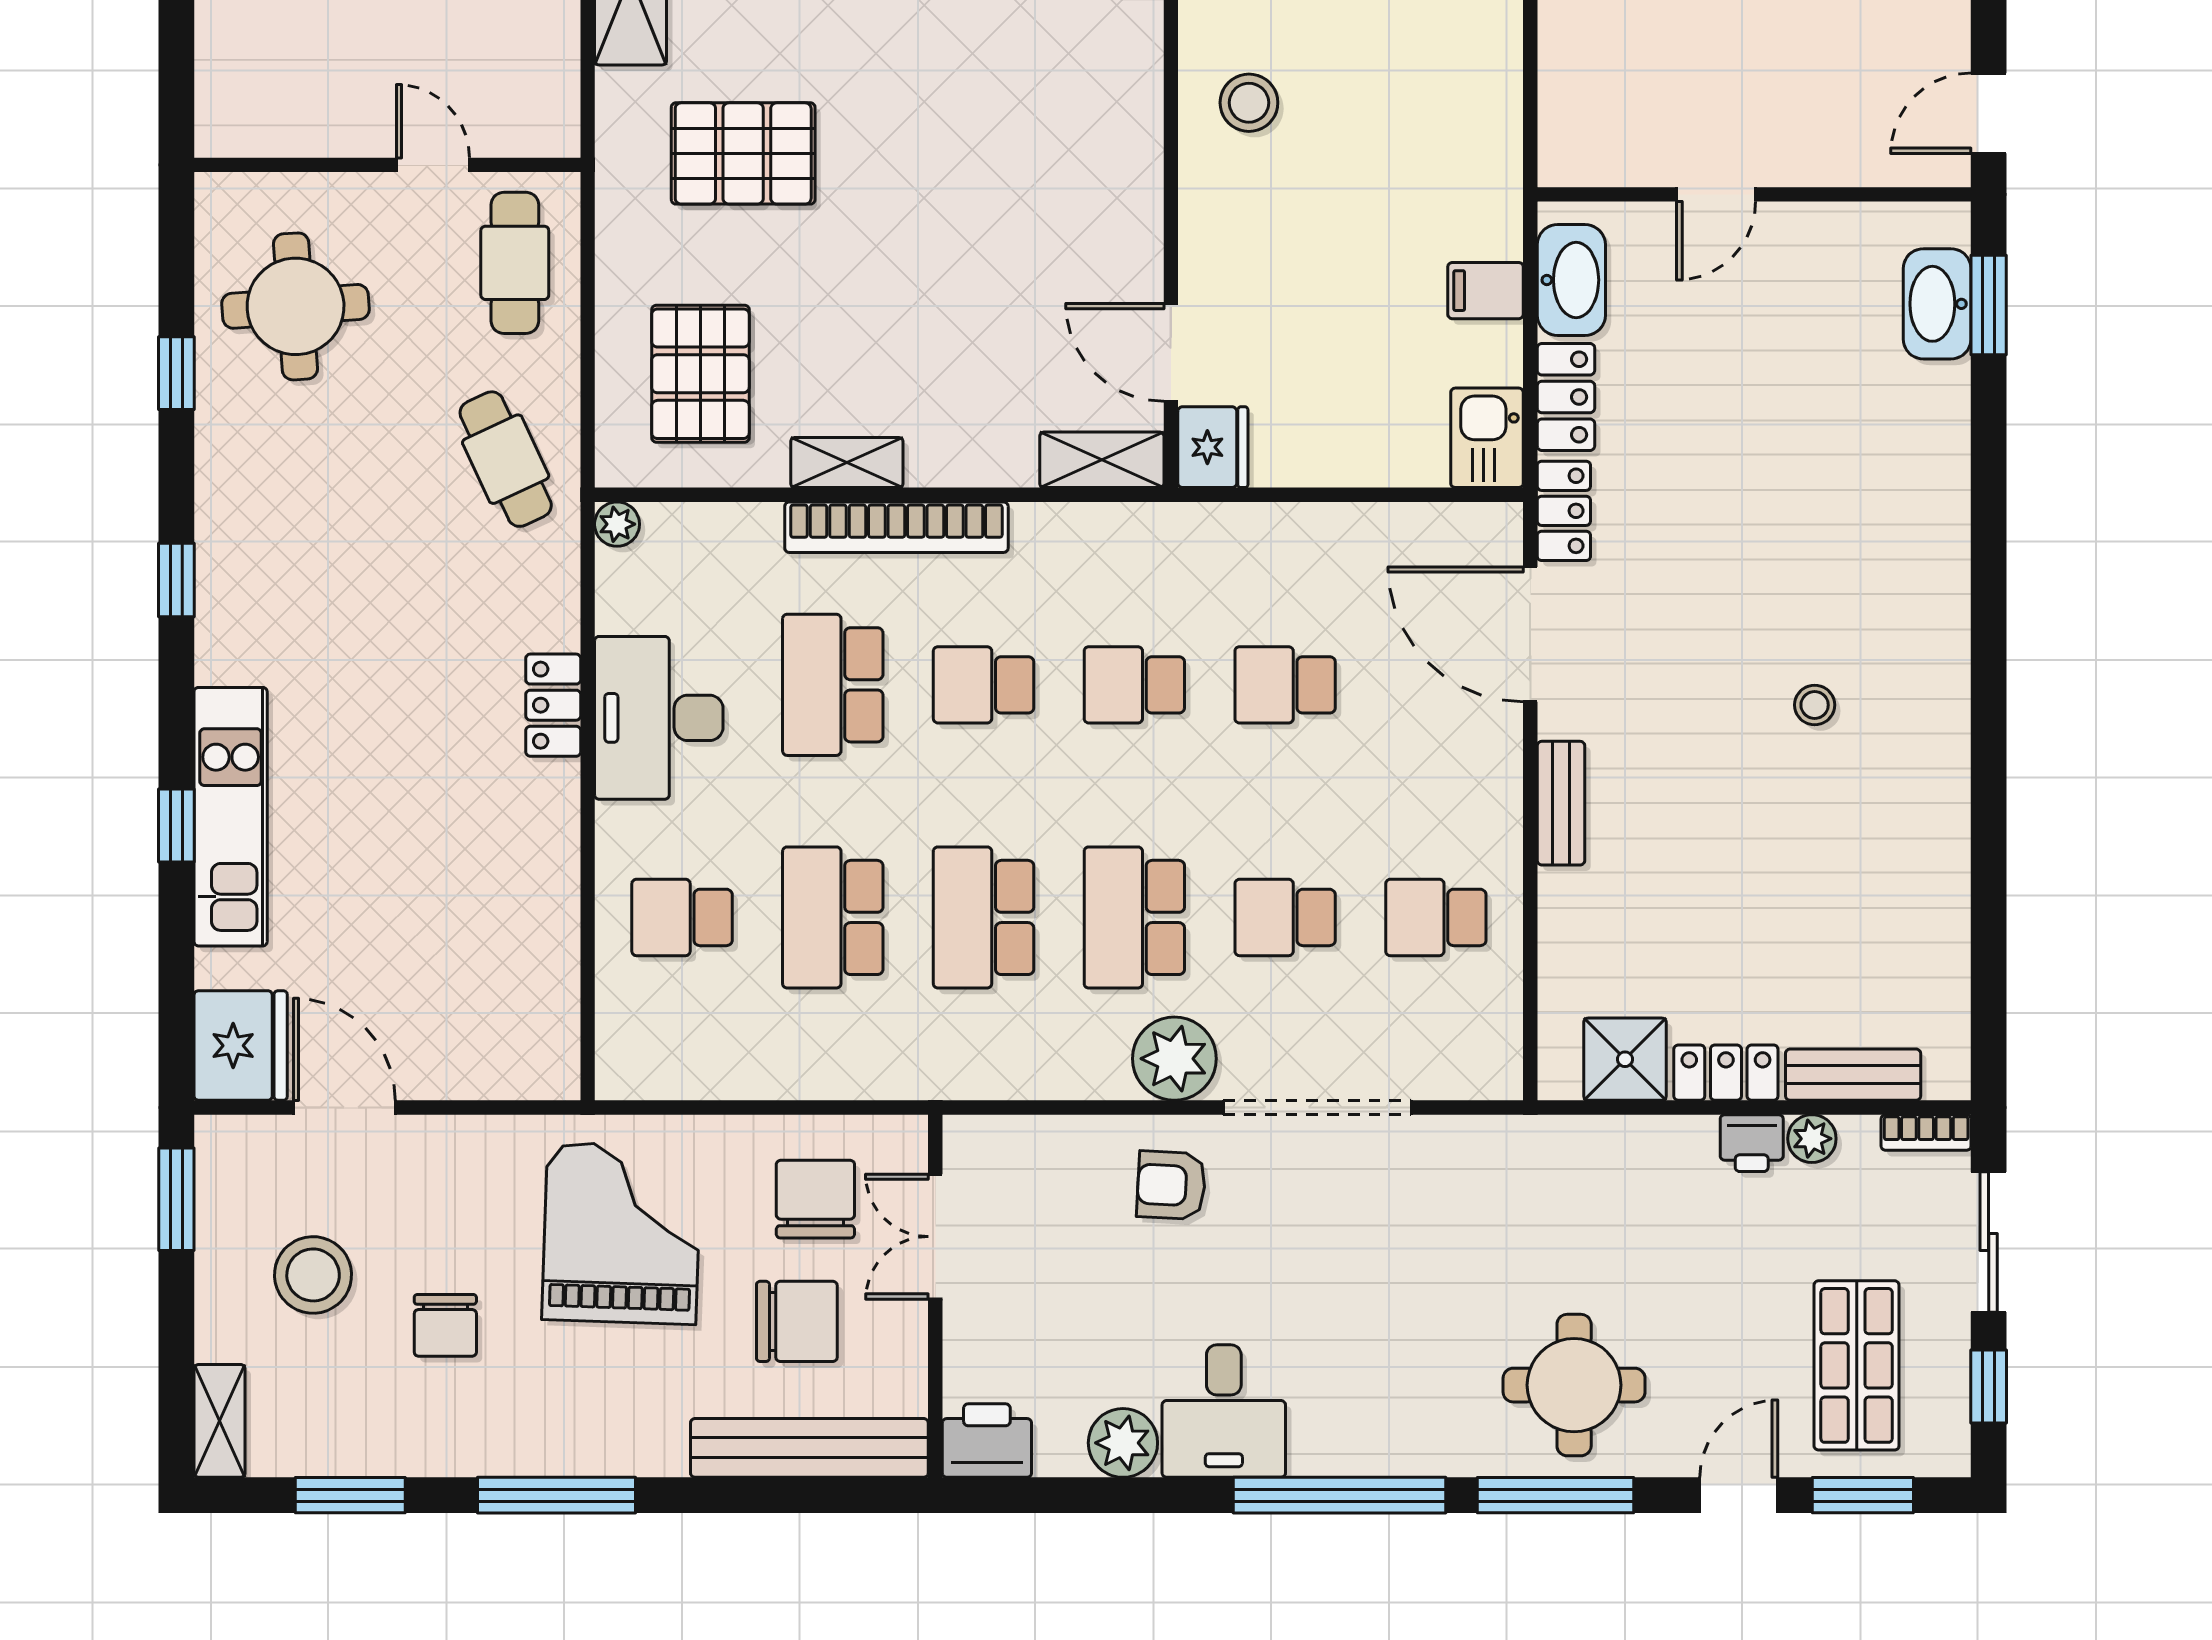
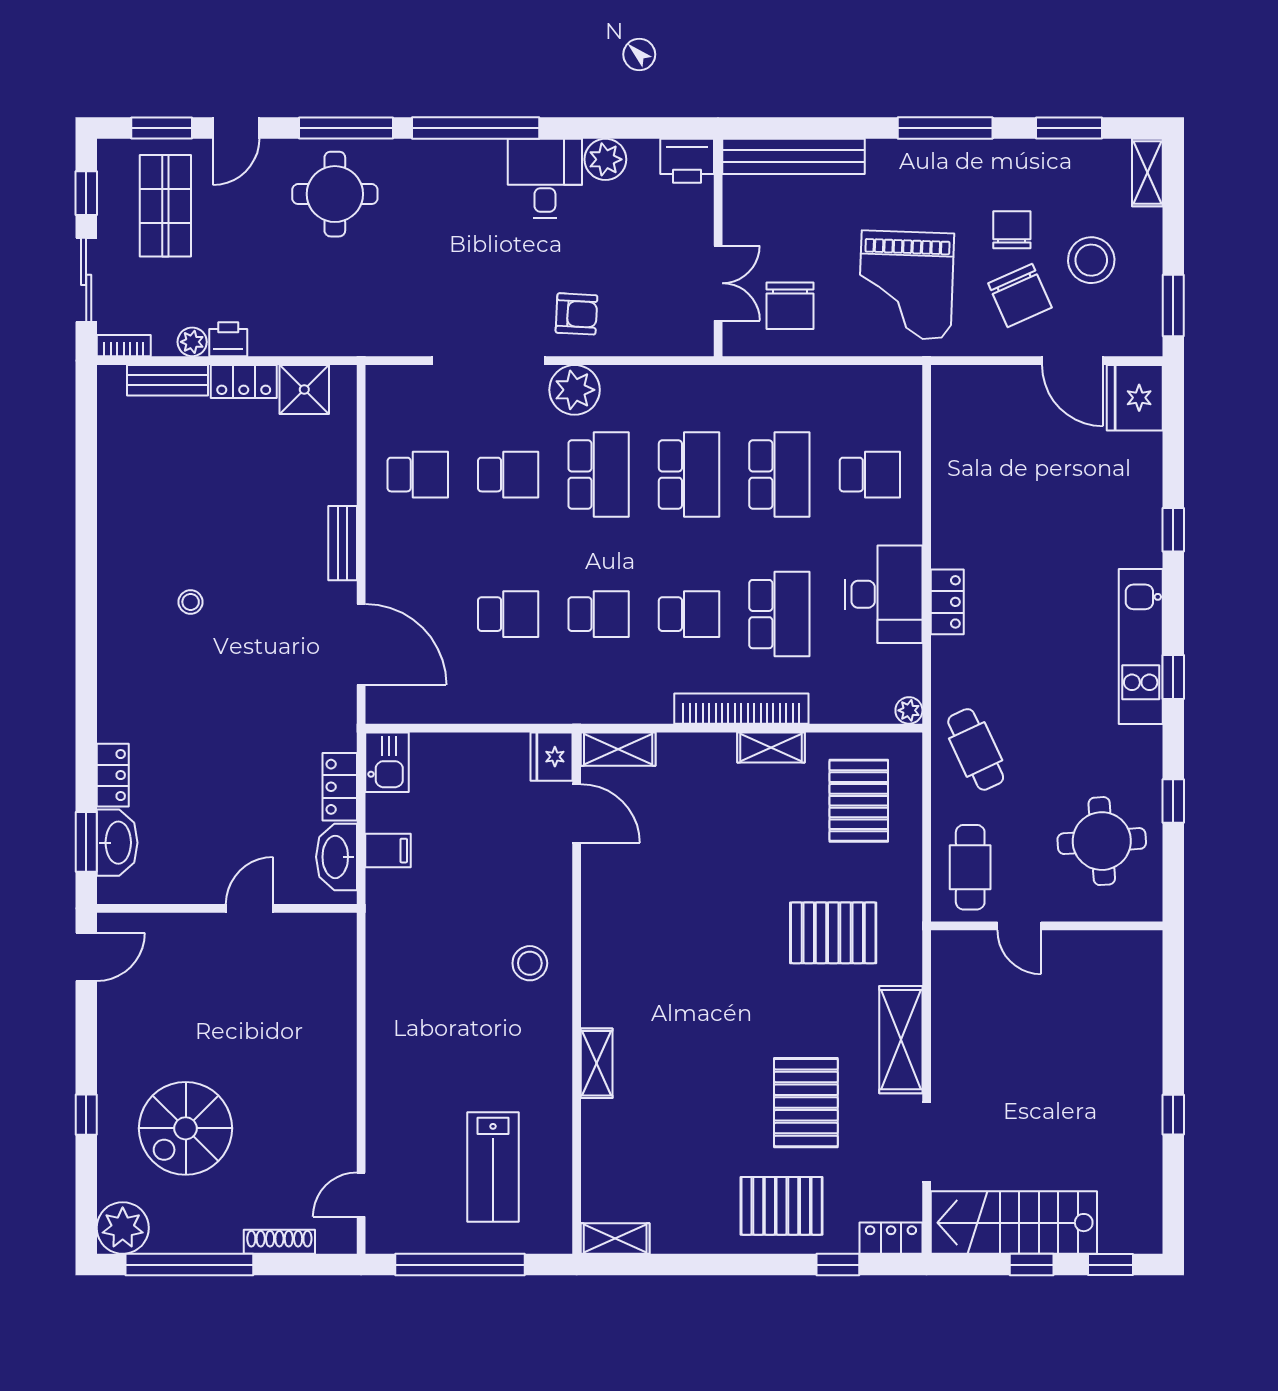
locker: (1564, 511) -> (113, 775), moved, turned 180
kitchen unit: (231, 817) -> (1141, 647), moved
chair: (797, 1321) -> (1020, 295), moved, turned -114

